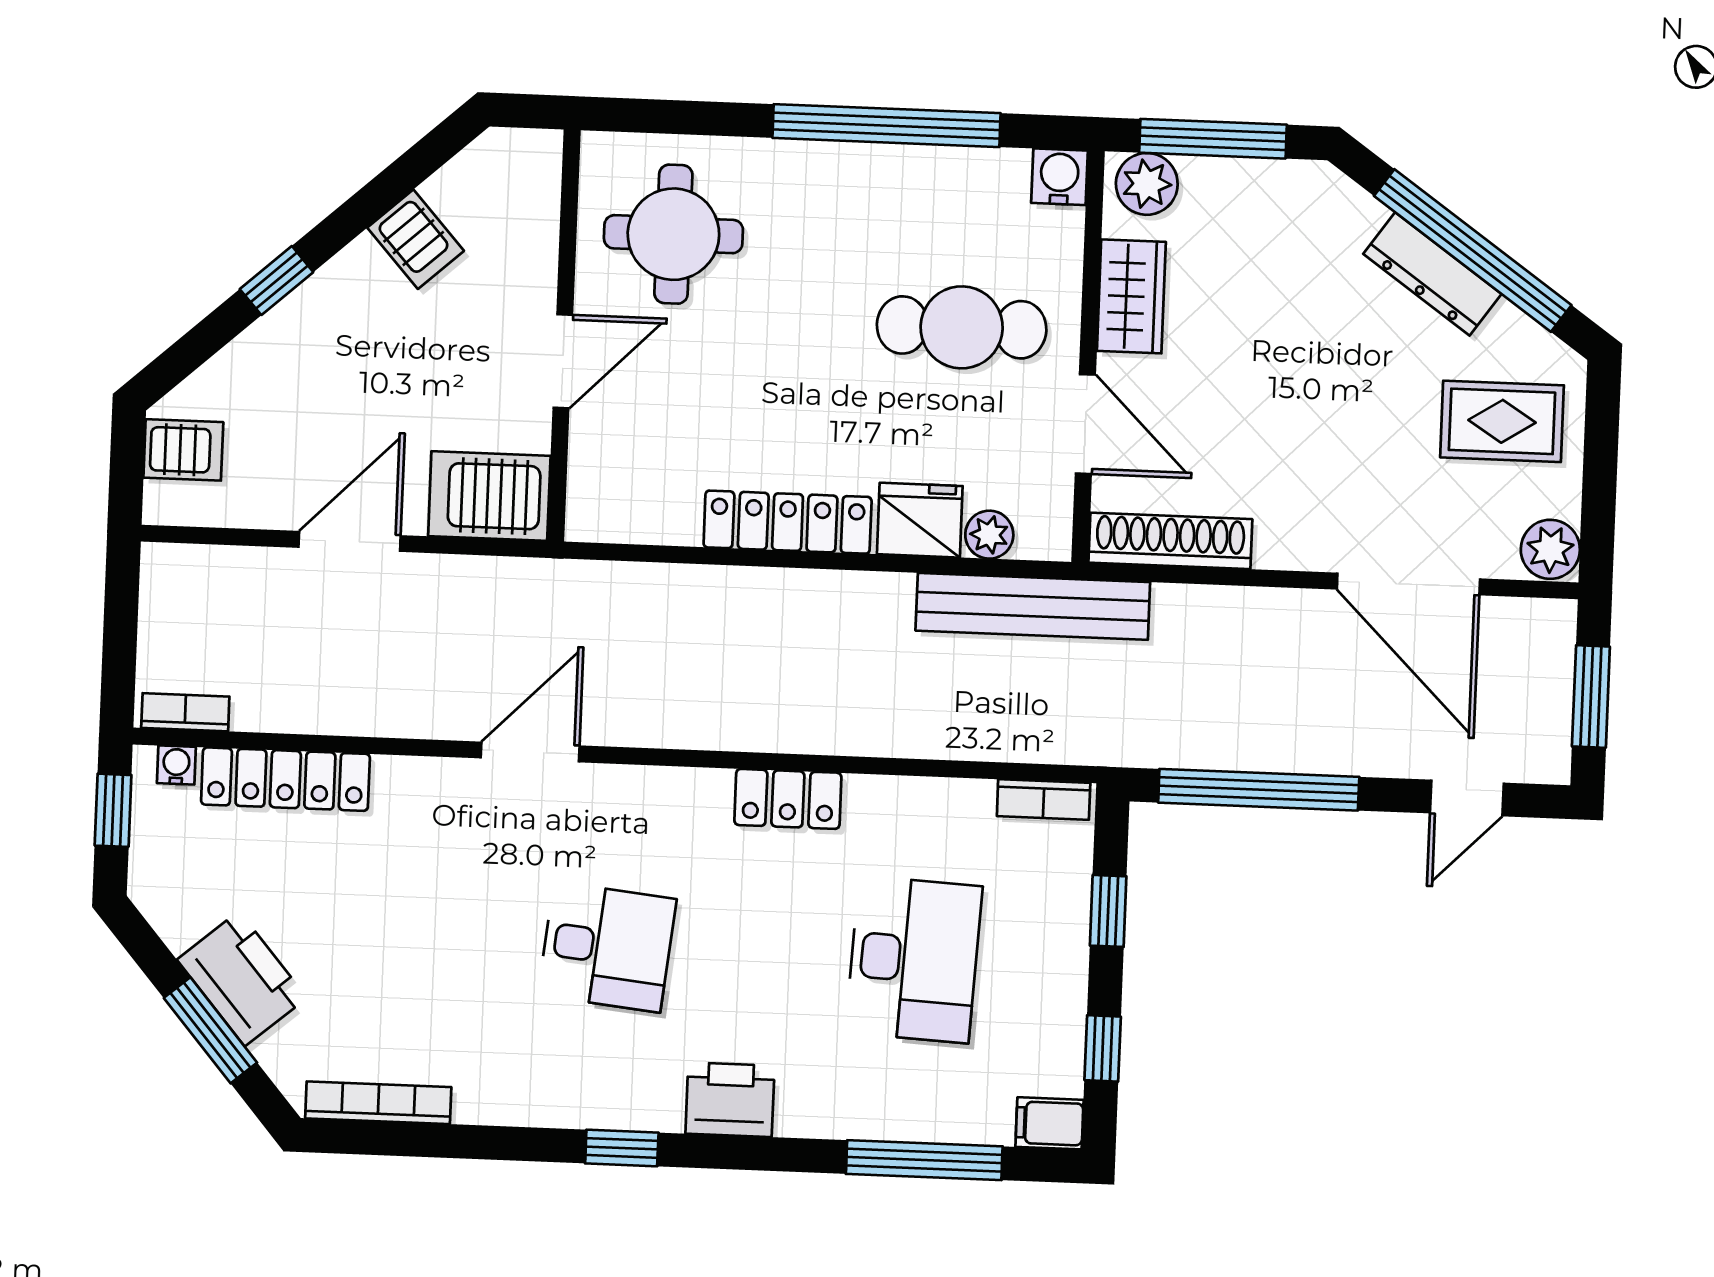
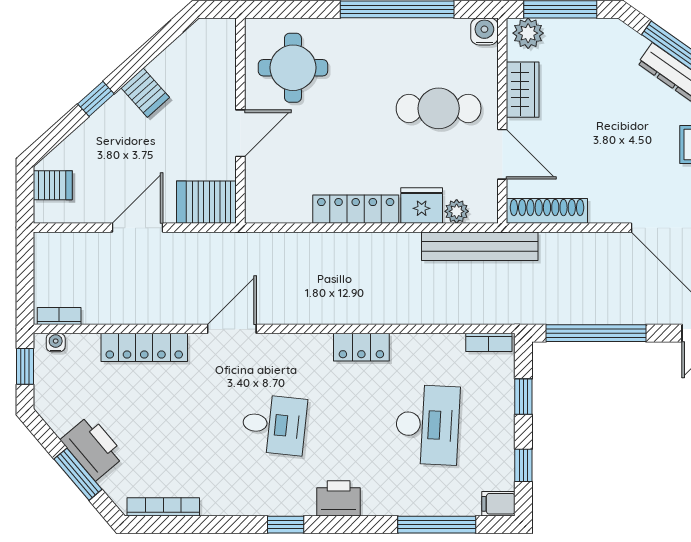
server rack: (416, 239) -> (145, 93), moved
locker: (285, 779) -> (144, 347), moved

